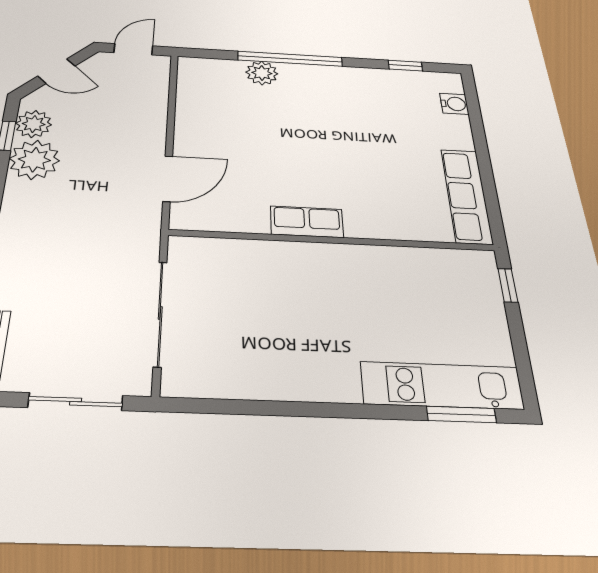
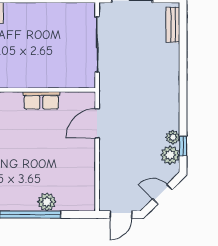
plant: (34, 160) -> (173, 137), width x0.53, depth x0.53
row of seats: (307, 222) -> (41, 100), moved

